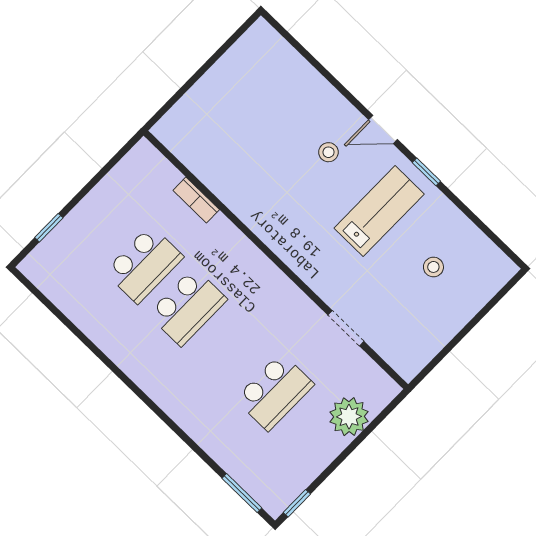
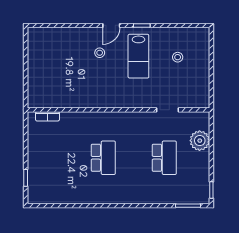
bookcase: (196, 200) -> (47, 116), moved
lab bench: (379, 211) -> (138, 56), turned 180
school desk: (144, 264) -> (73, 158), removed

